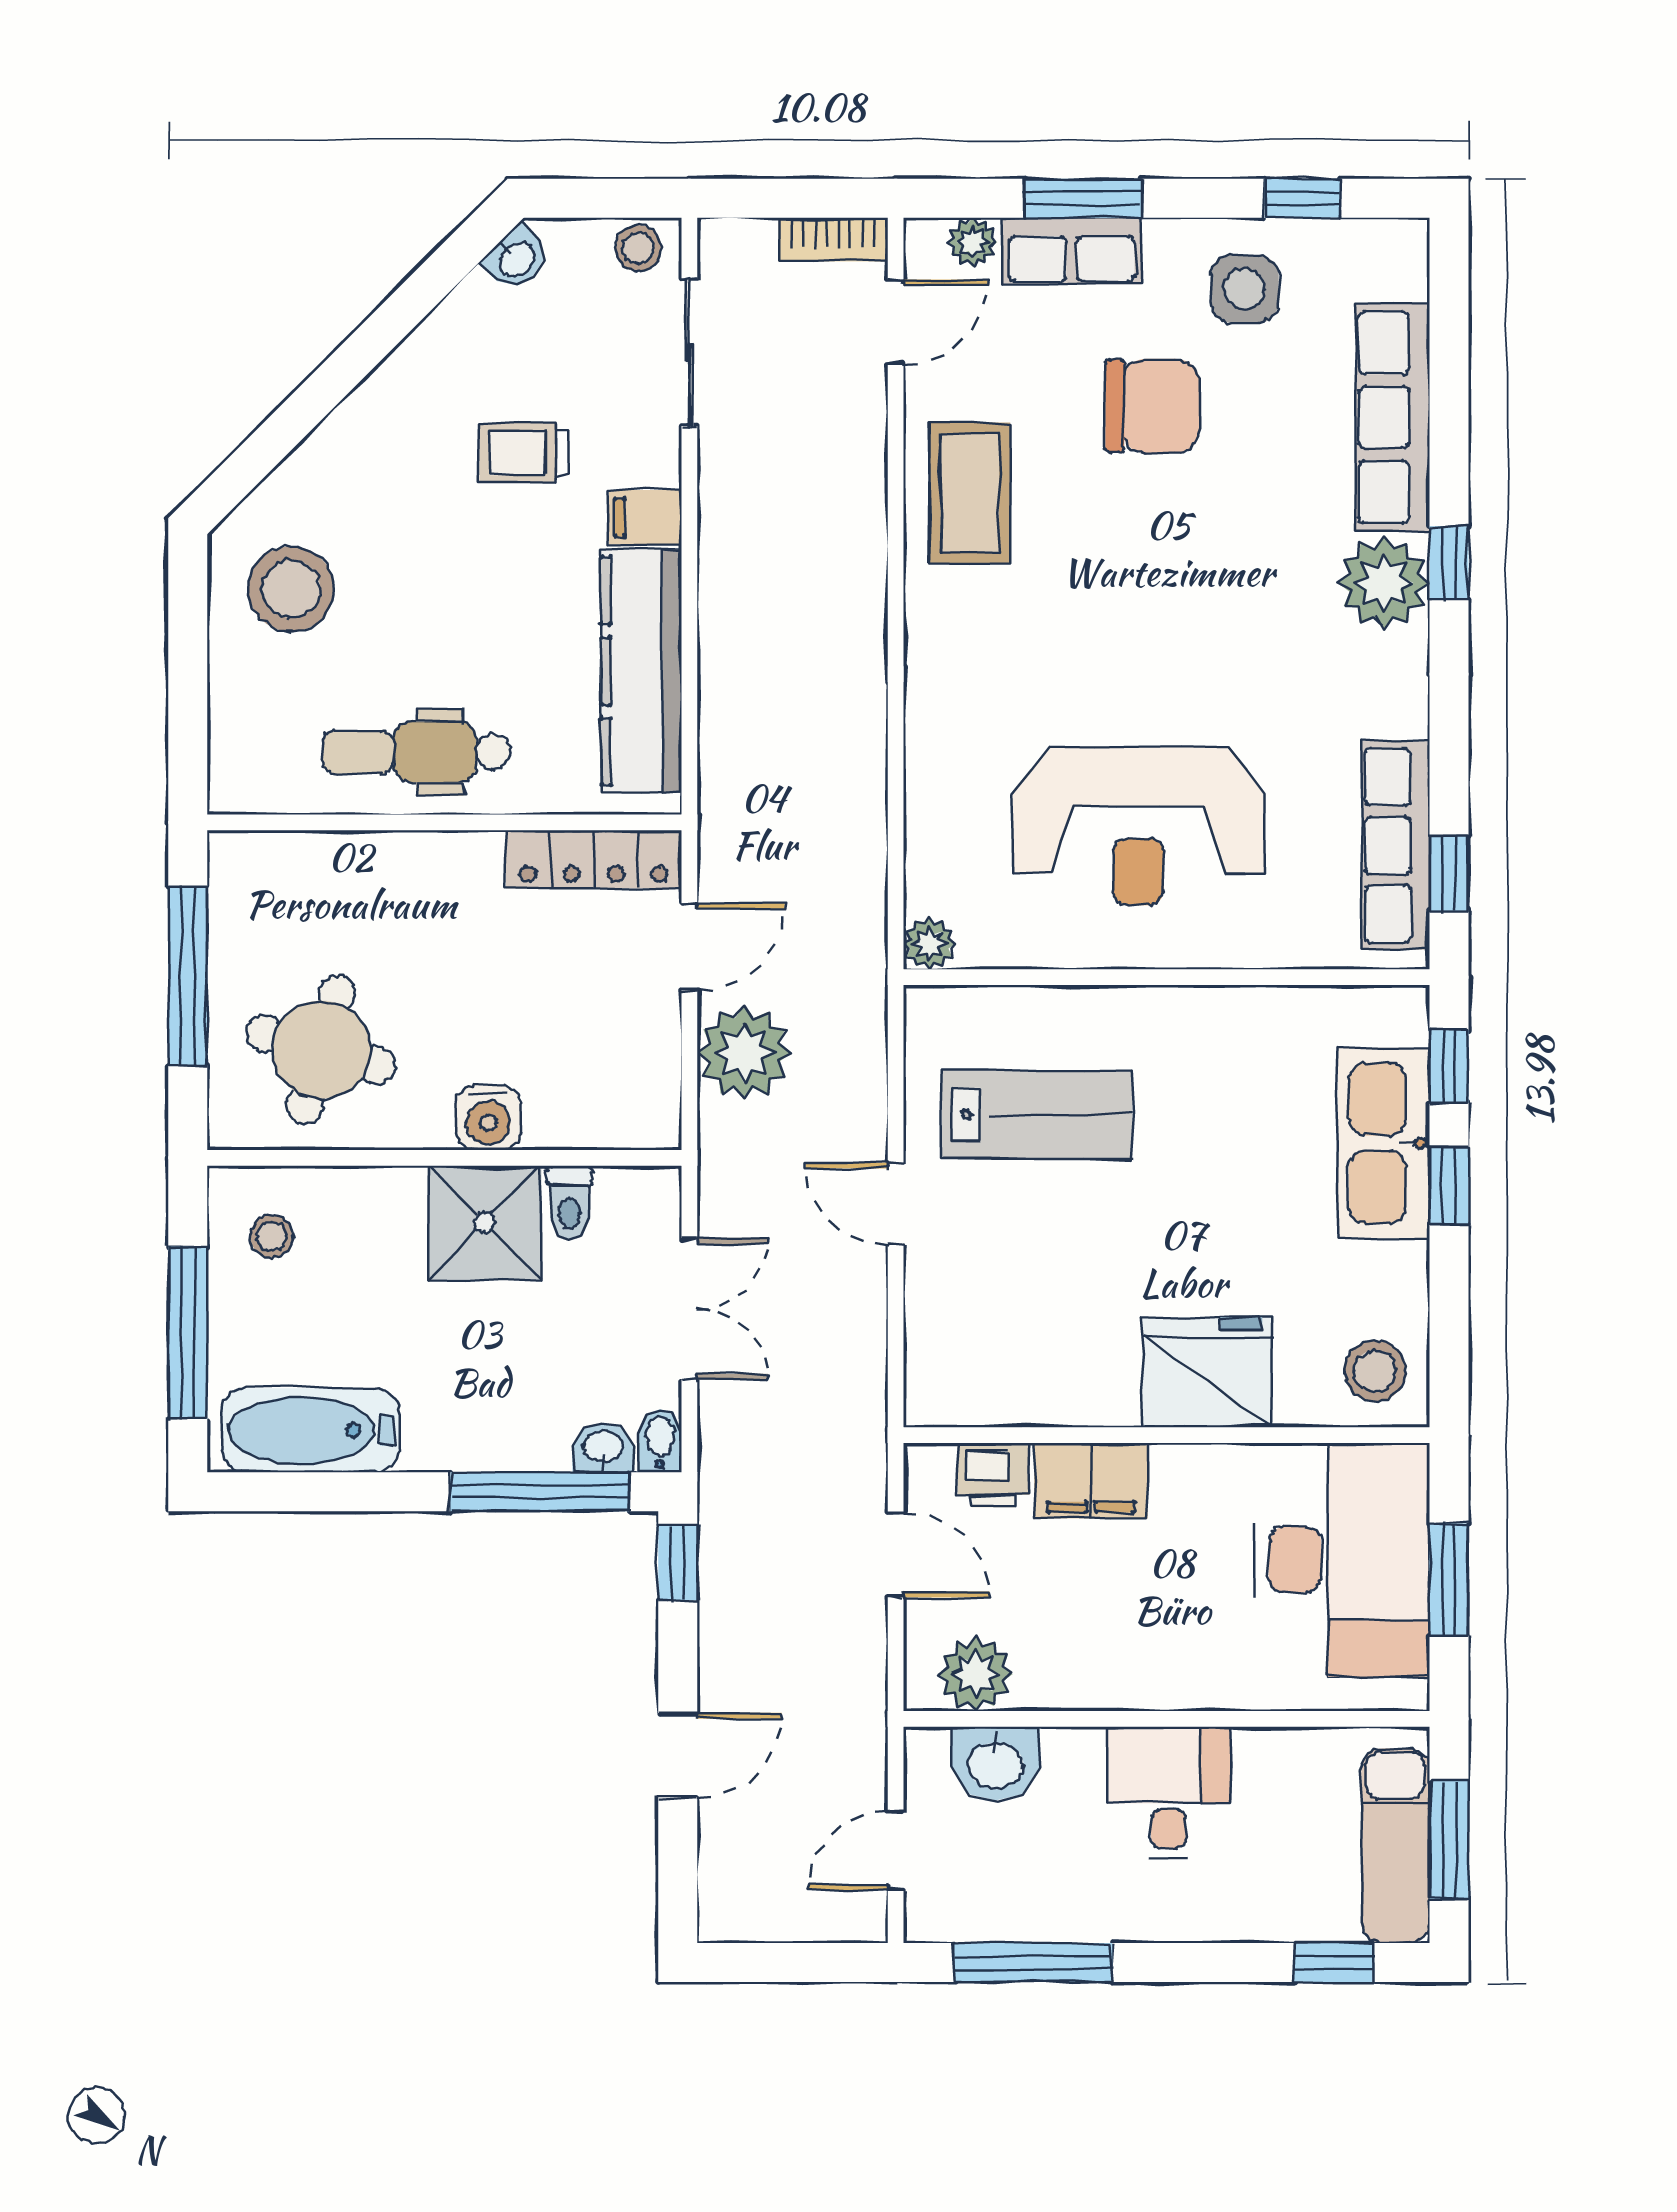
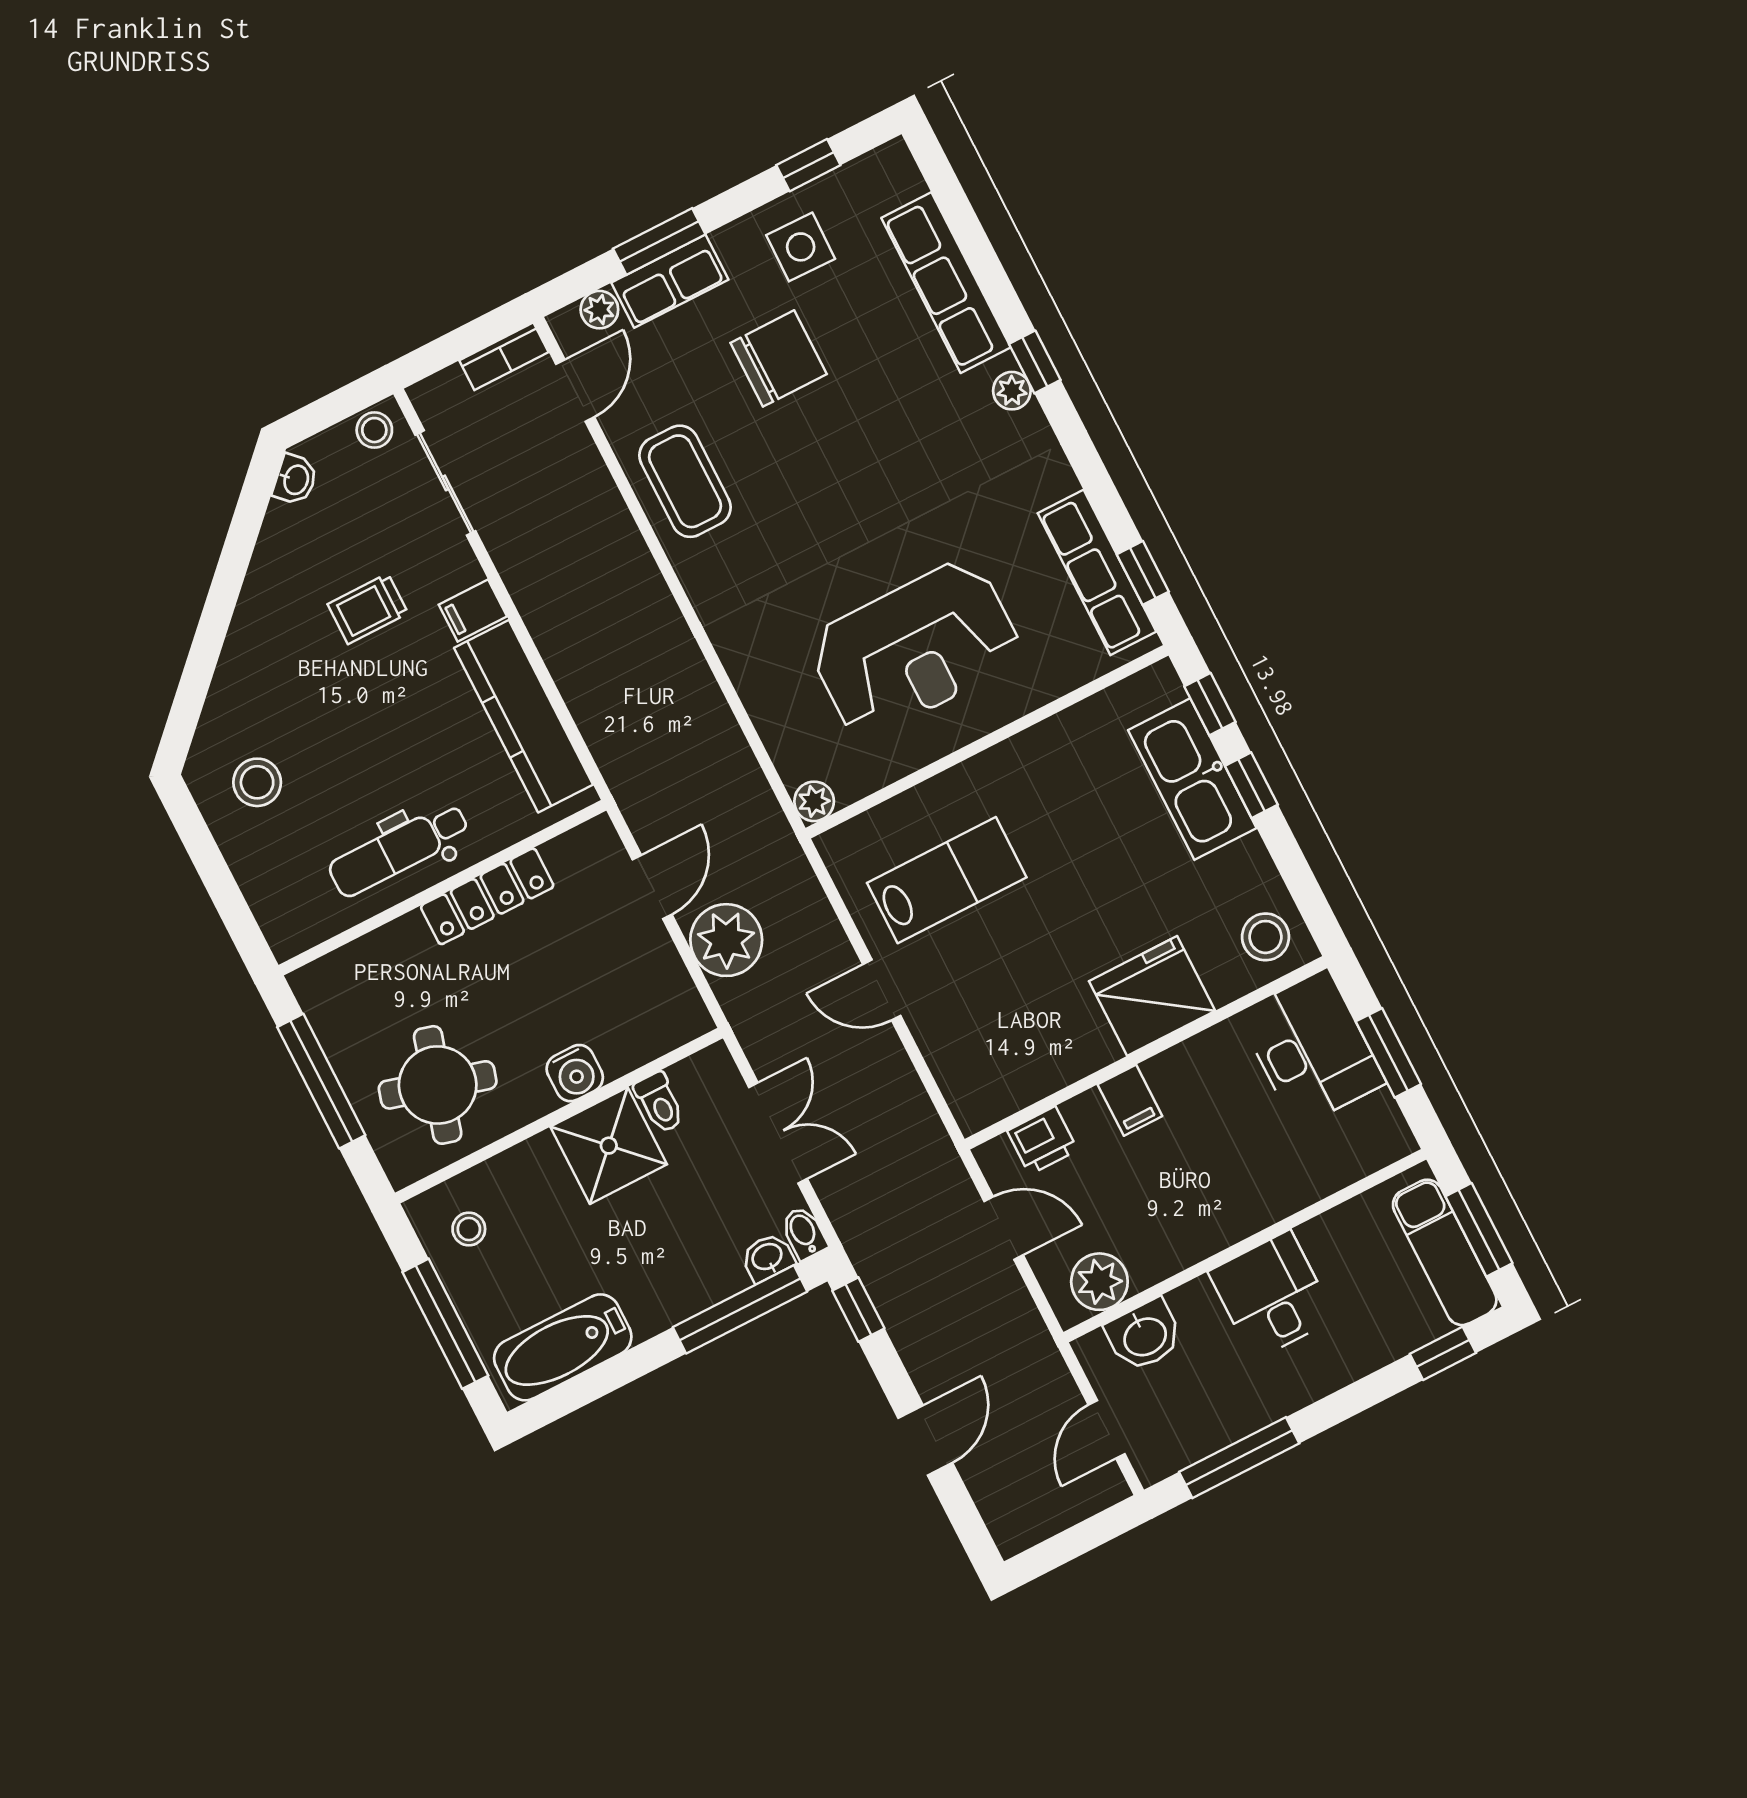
plant: (1384, 583) -> (1012, 391), width x0.53, depth x0.53
stool: (291, 589) -> (257, 782), width x0.73, depth x0.73
locker: (594, 859) -> (487, 896), moved
filing cabinet: (1091, 1481) -> (1130, 1100), width x0.50
desk: (1342, 1560) -> (1312, 1048), width x0.73, depth x0.77

